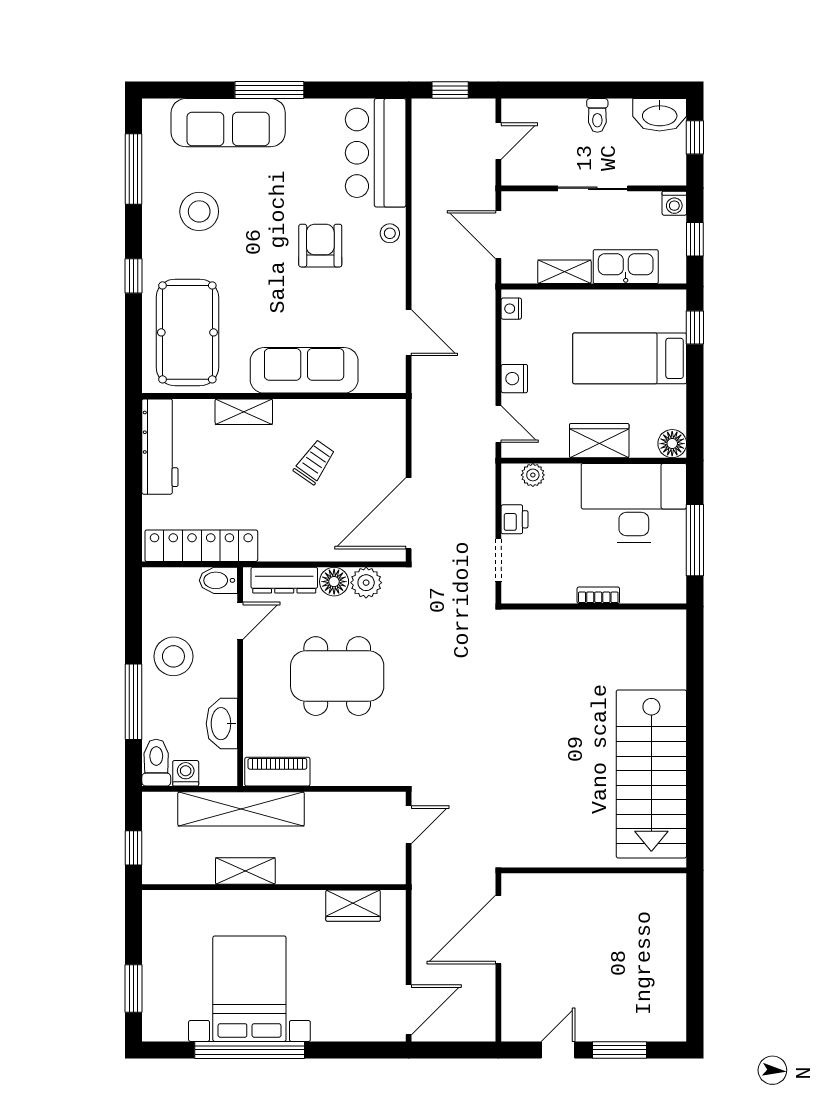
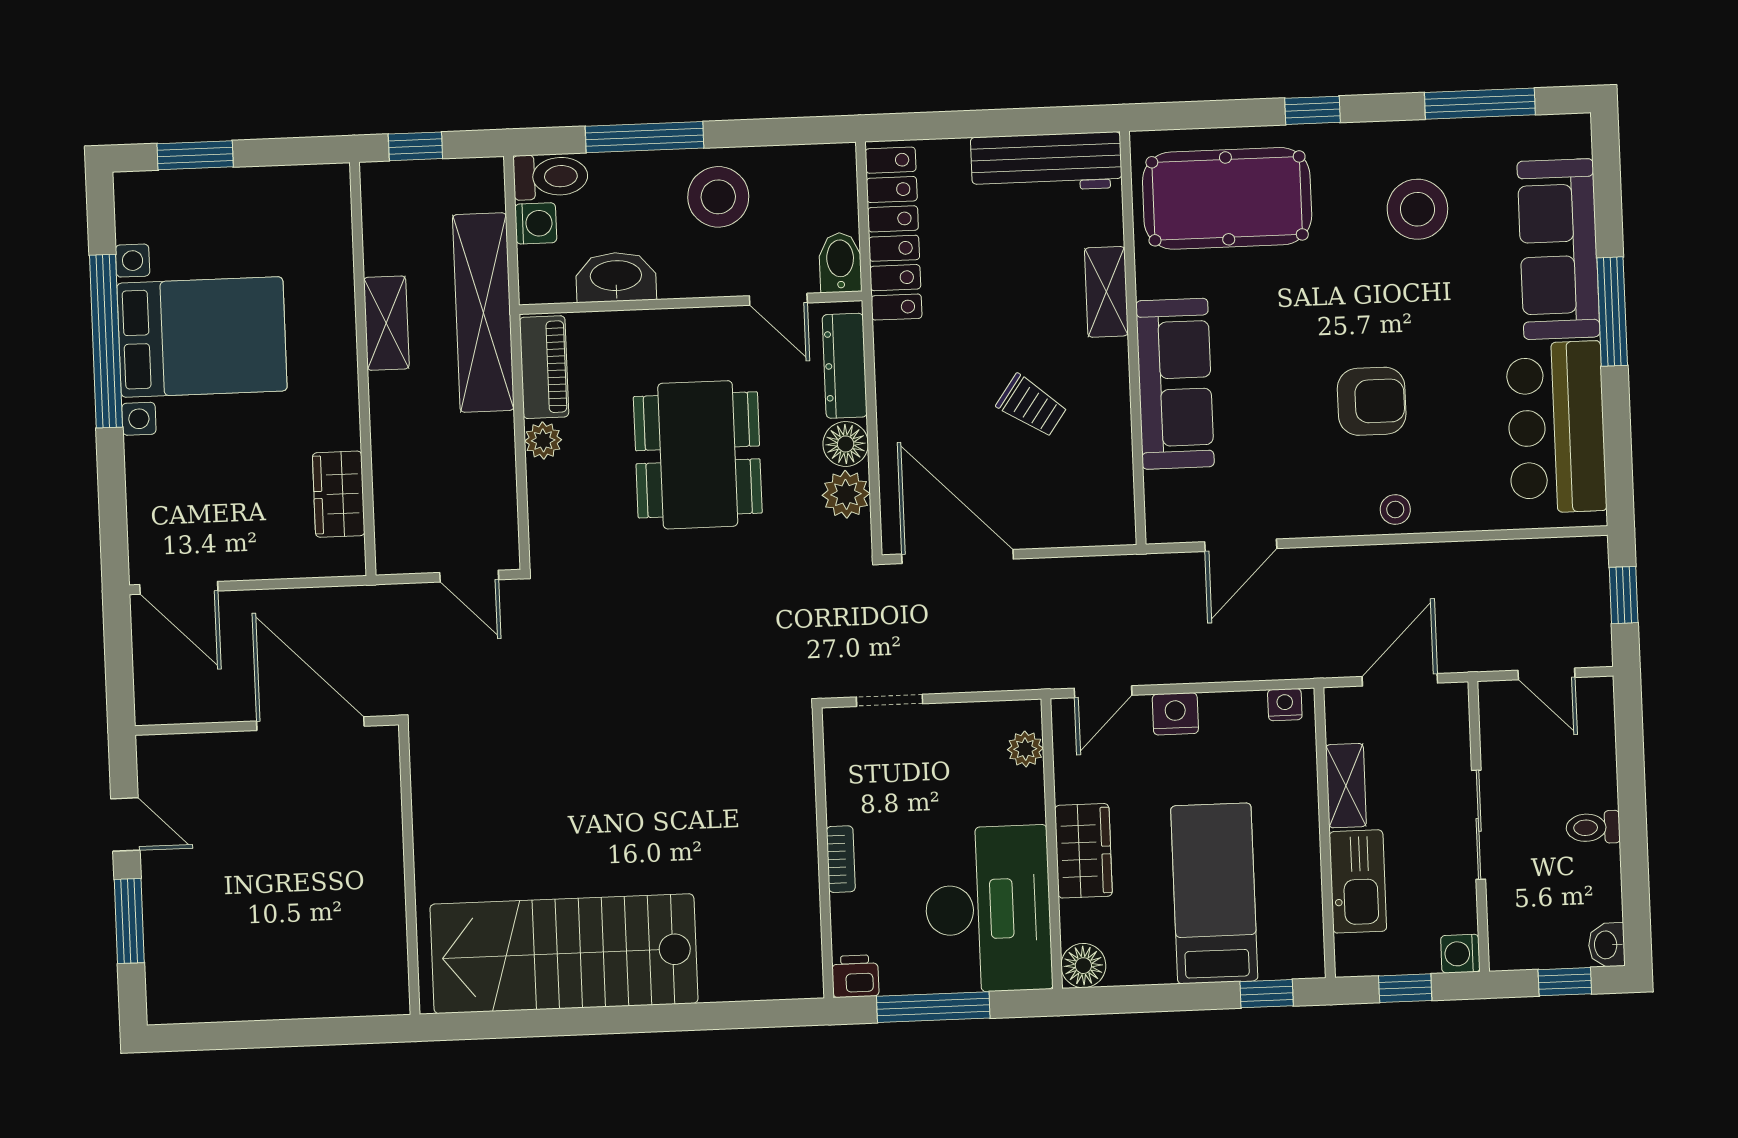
washbasin: (660, 115) -> (1607, 945), width x0.52, depth x0.69
bar counter: (376, 153) -> (1556, 427), moved, turned -90
printer: (514, 519) -> (855, 976), moved, turned 180
plant: (324, 774) -> (543, 440), added

